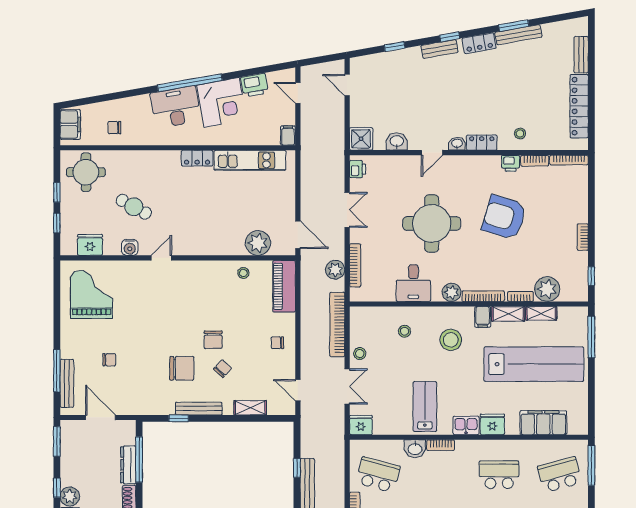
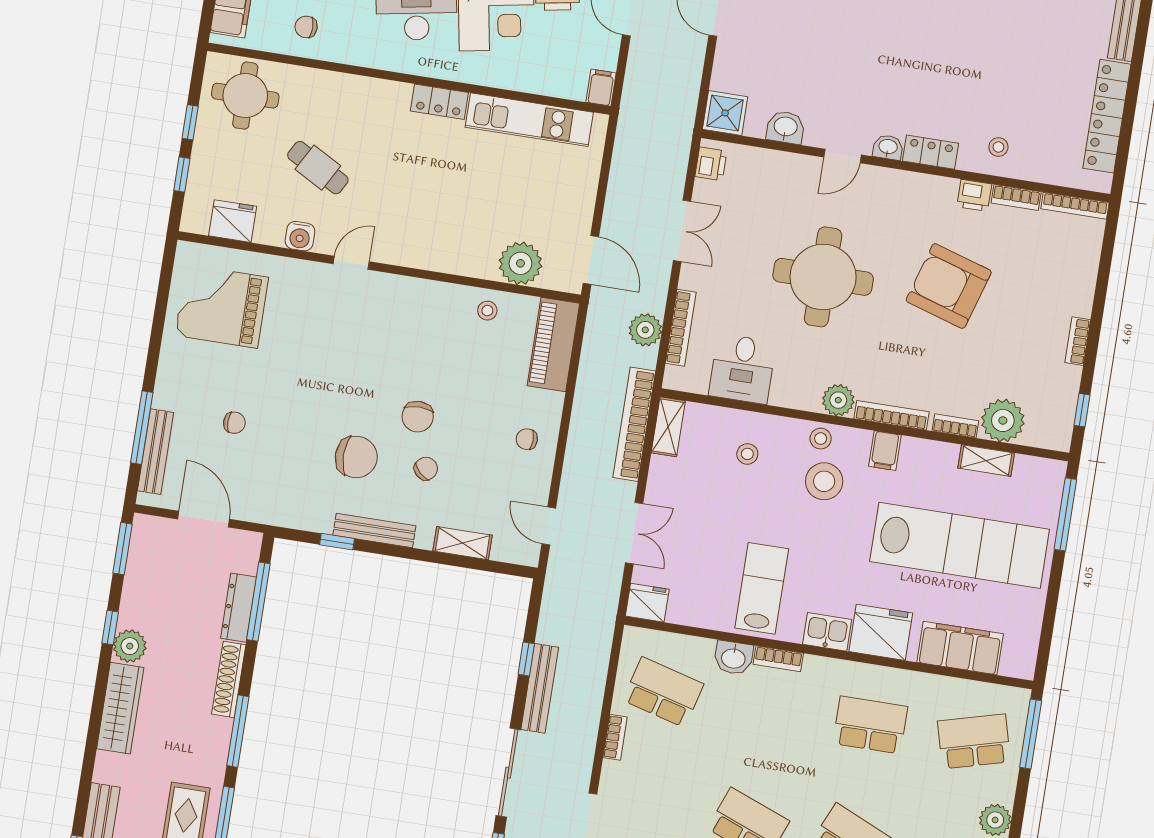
desk: (413, 283) -> (742, 369), moved
grand piano: (91, 294) -> (222, 306), turned -90
shelving: (508, 314) -> (668, 427), moved, turned 90
stool: (360, 354) -> (821, 439), moved
fridge: (492, 424) -> (881, 632), width x1.36, depth x1.34

